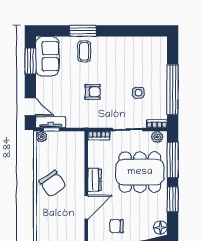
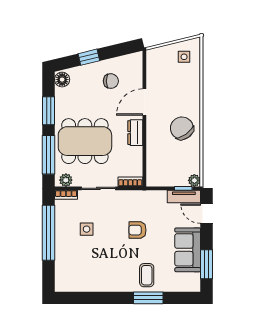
sofa: (47, 56) -> (188, 250), moved

